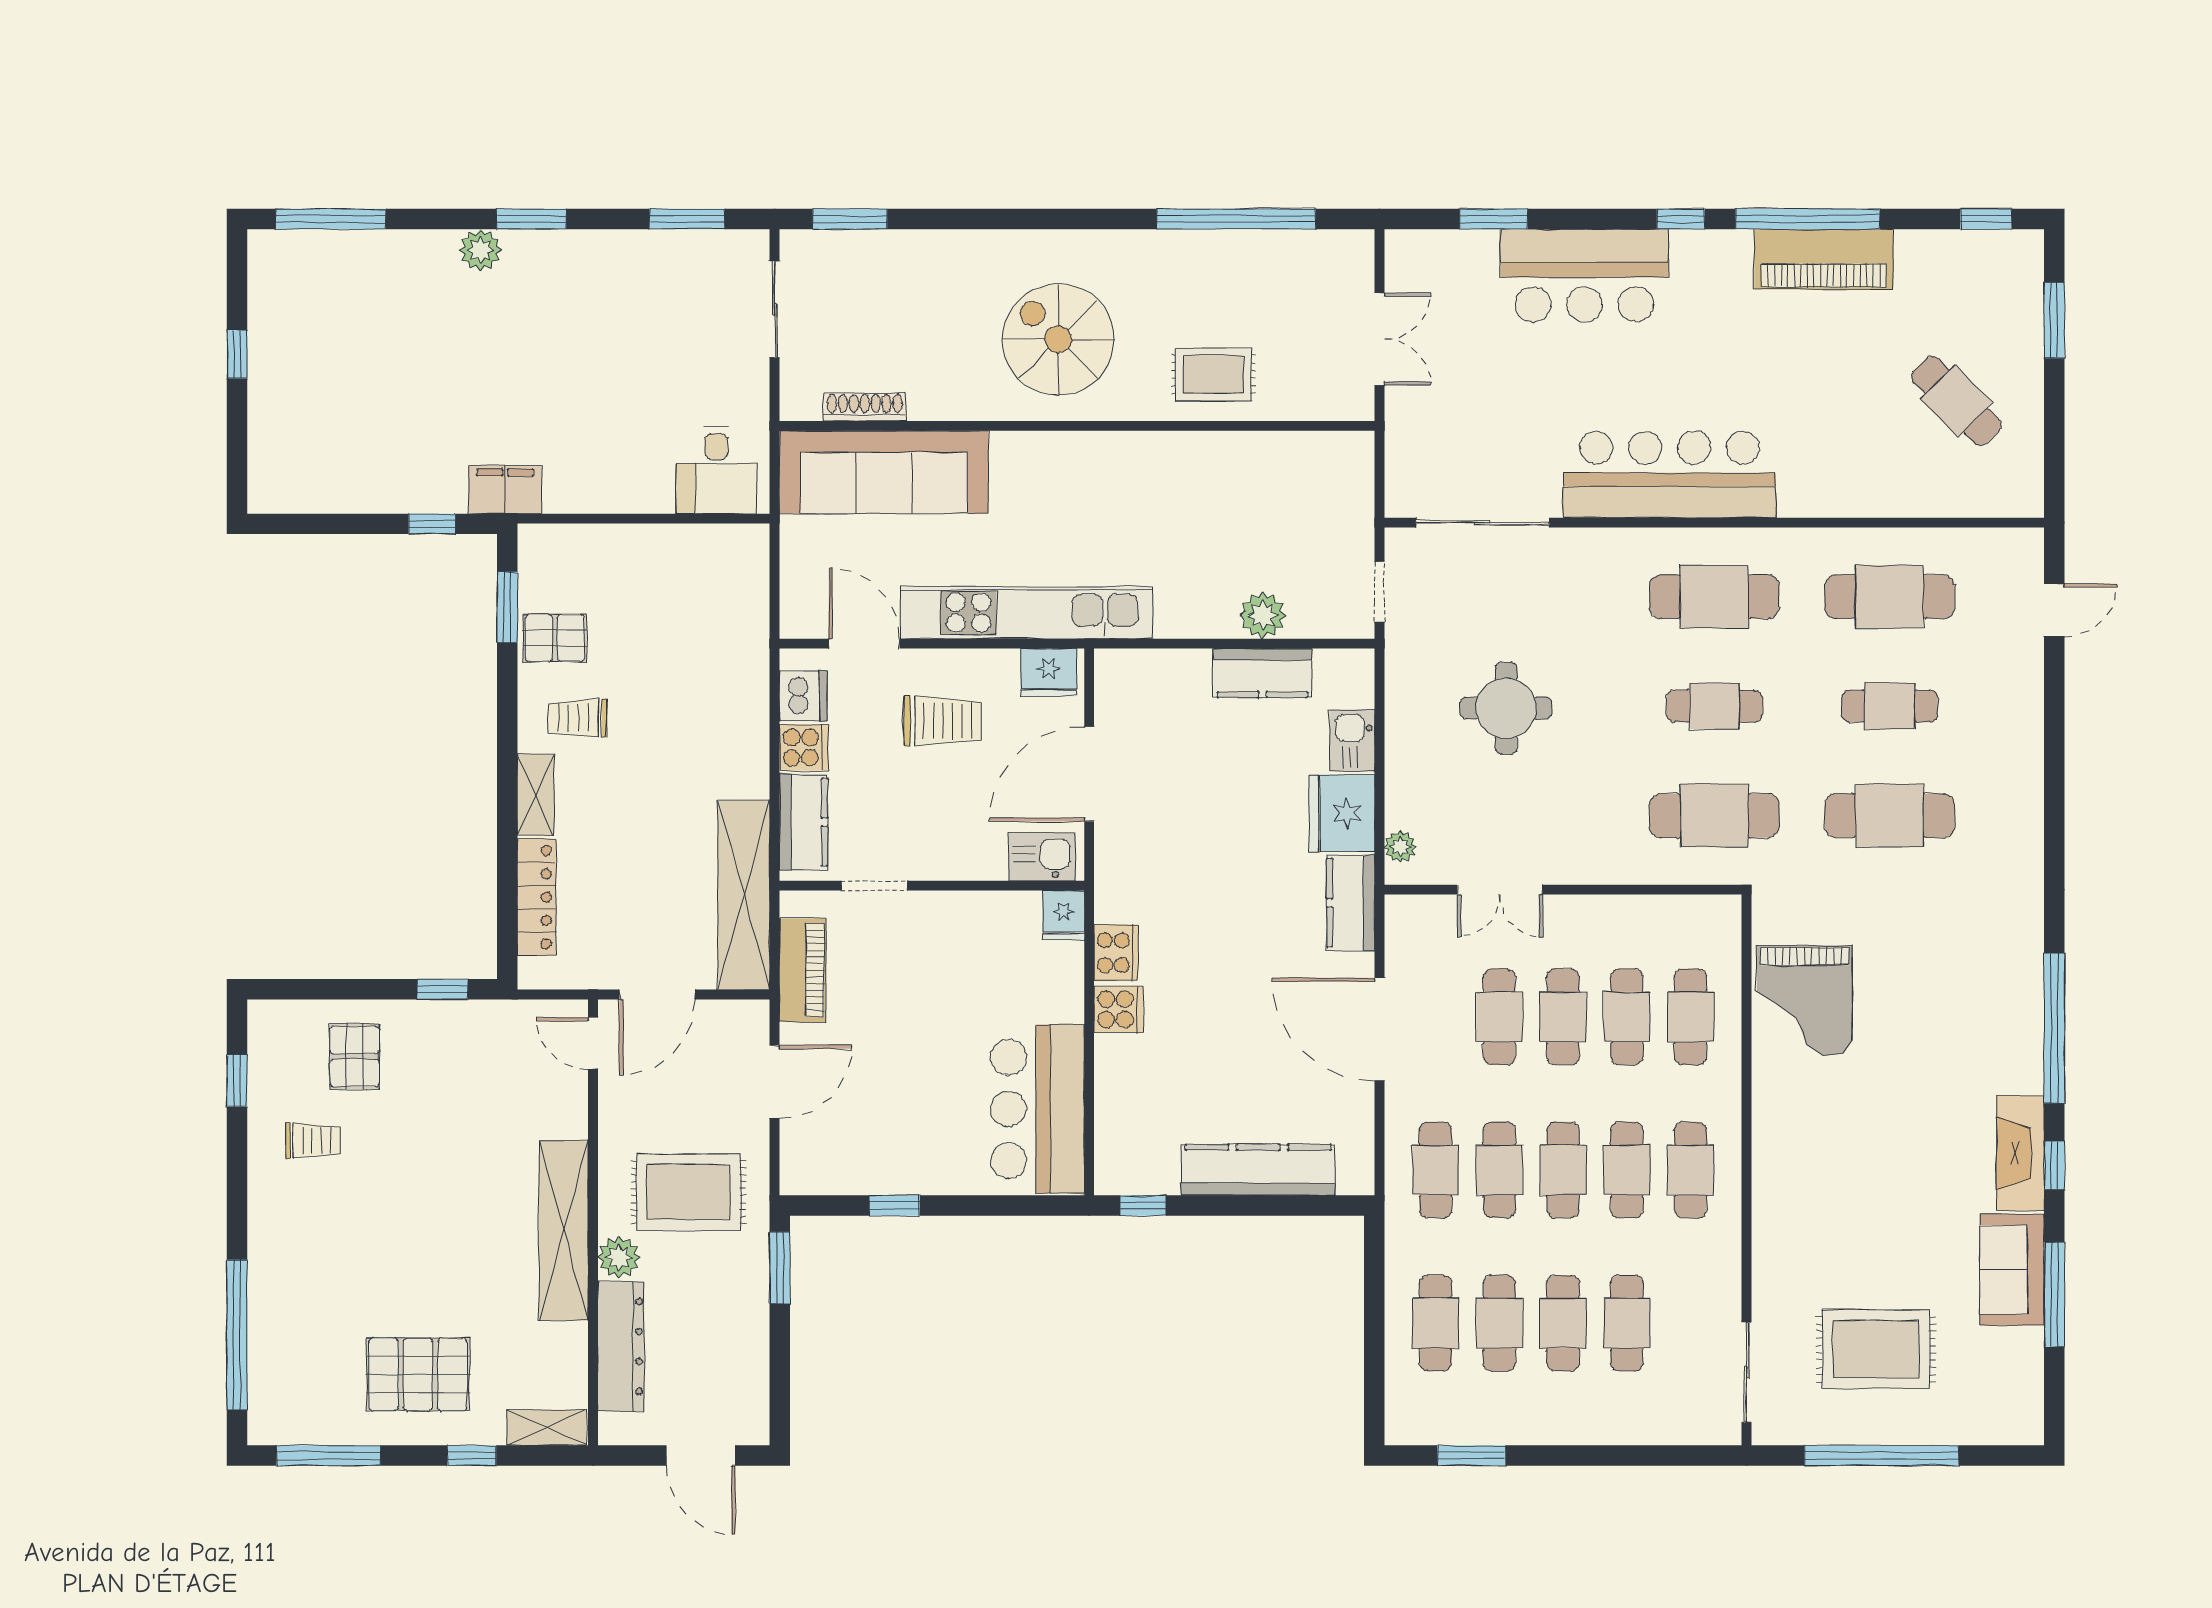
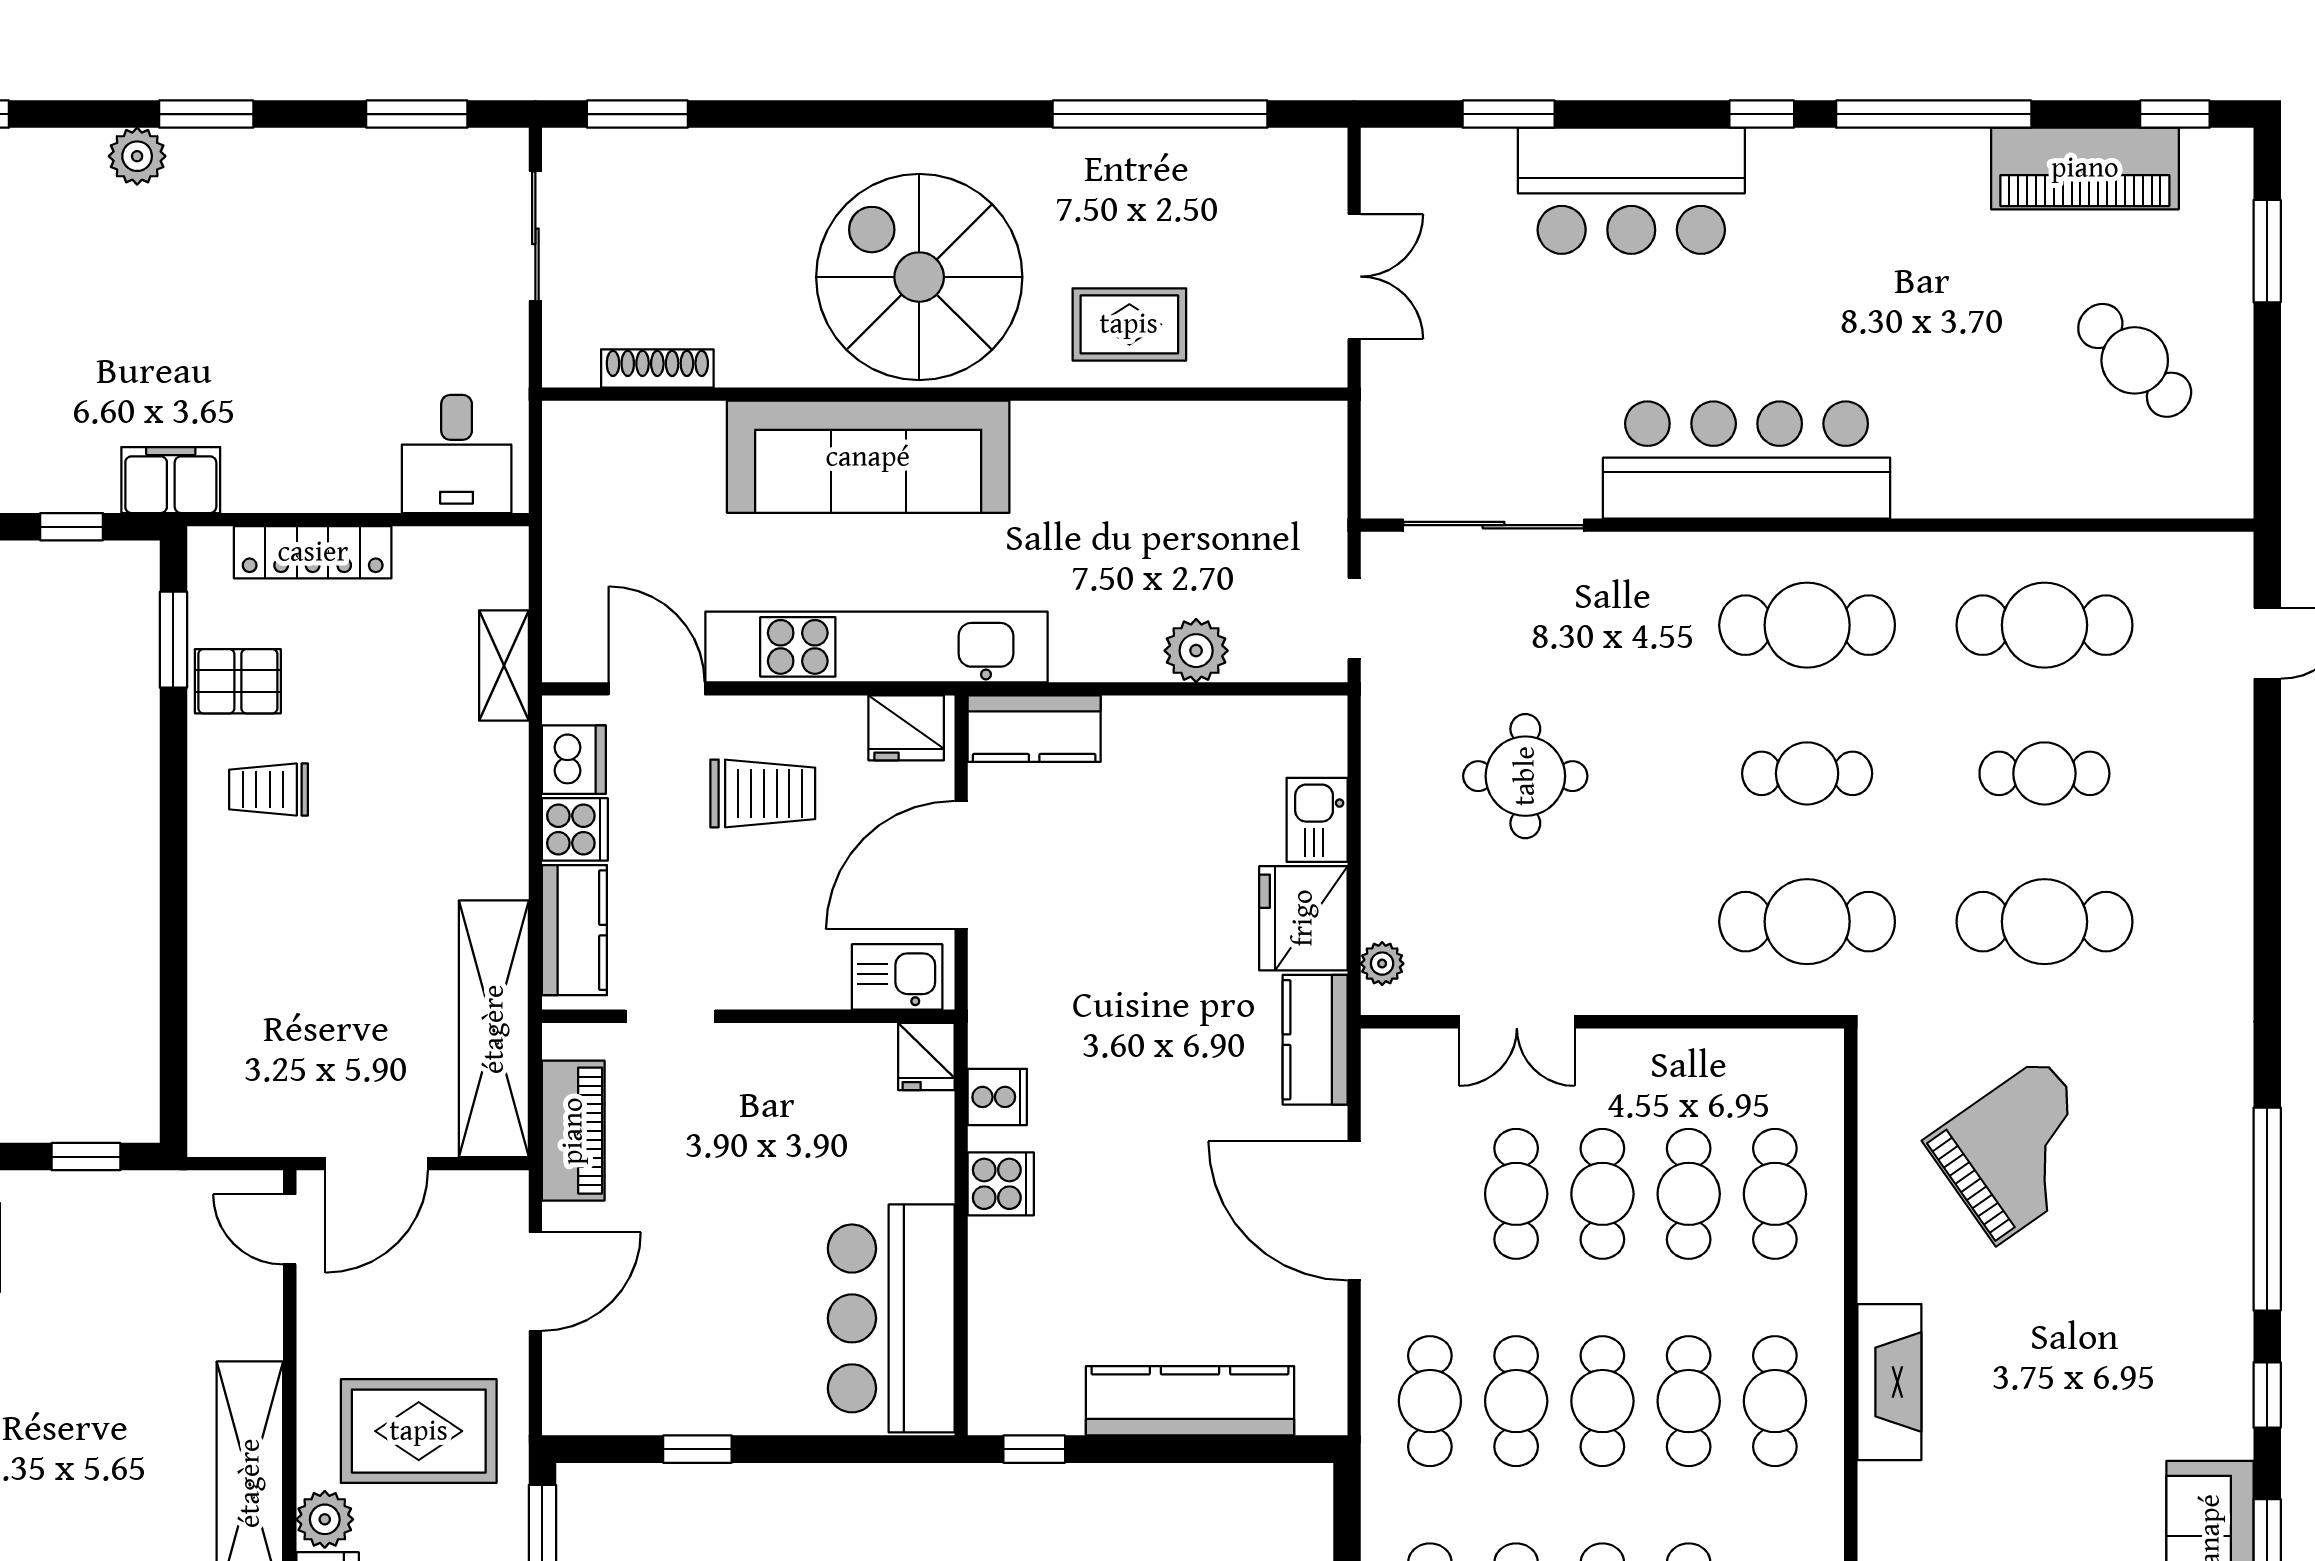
piano: (1824, 259) -> (2085, 168), moved
spiral stairs: (1058, 339) -> (919, 277), width x1.37, depth x1.37
sofa: (884, 472) -> (868, 457), moved
kitchen counter: (1262, 673) -> (1034, 729), moved
shelving: (536, 795) -> (504, 666), moved
locker: (537, 897) -> (313, 552), moved, turned 90
cooker: (1116, 953) -> (997, 1097), width x0.73
grand piano: (1805, 1001) -> (2020, 1151), moved, turned -125
fireplace: (2020, 1153) -> (1889, 1382), moved, turned 180

